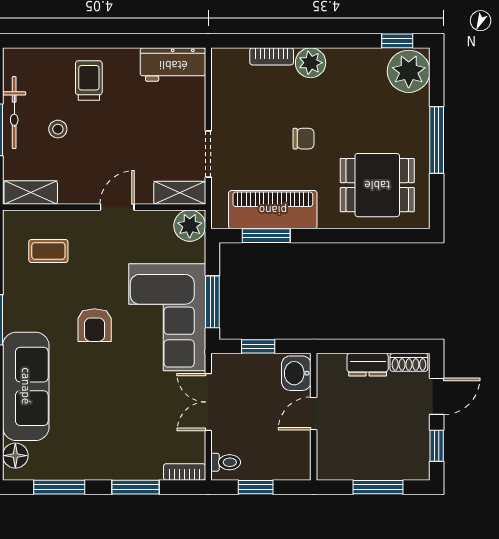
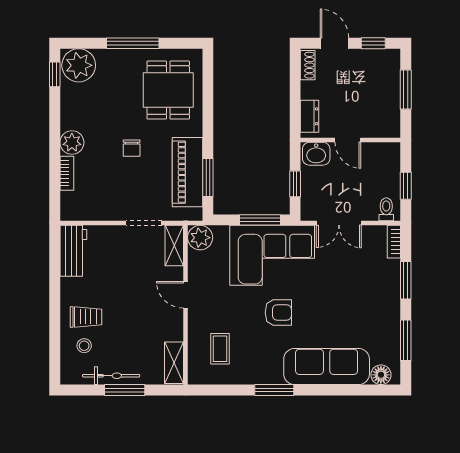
trolley: (89, 81) -> (86, 317), turned 180
stool: (58, 129) -> (84, 346), moved
chair: (304, 139) -> (132, 148), turned 180
dresser: (368, 365) -> (309, 116), moved

